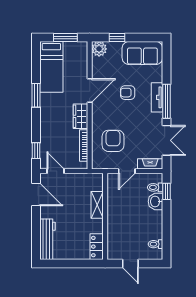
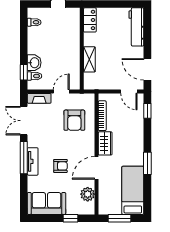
plant: (99, 49) -> (88, 194), moved

